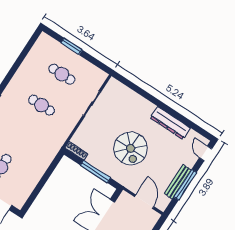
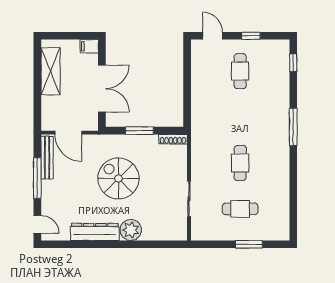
cafe table: (42, 105) -> (240, 163), turned 90
plant: (145, 108) -> (131, 230), added
window: (95, 172) -> (139, 131), width x0.69
bench: (178, 182) -> (47, 158), moved

